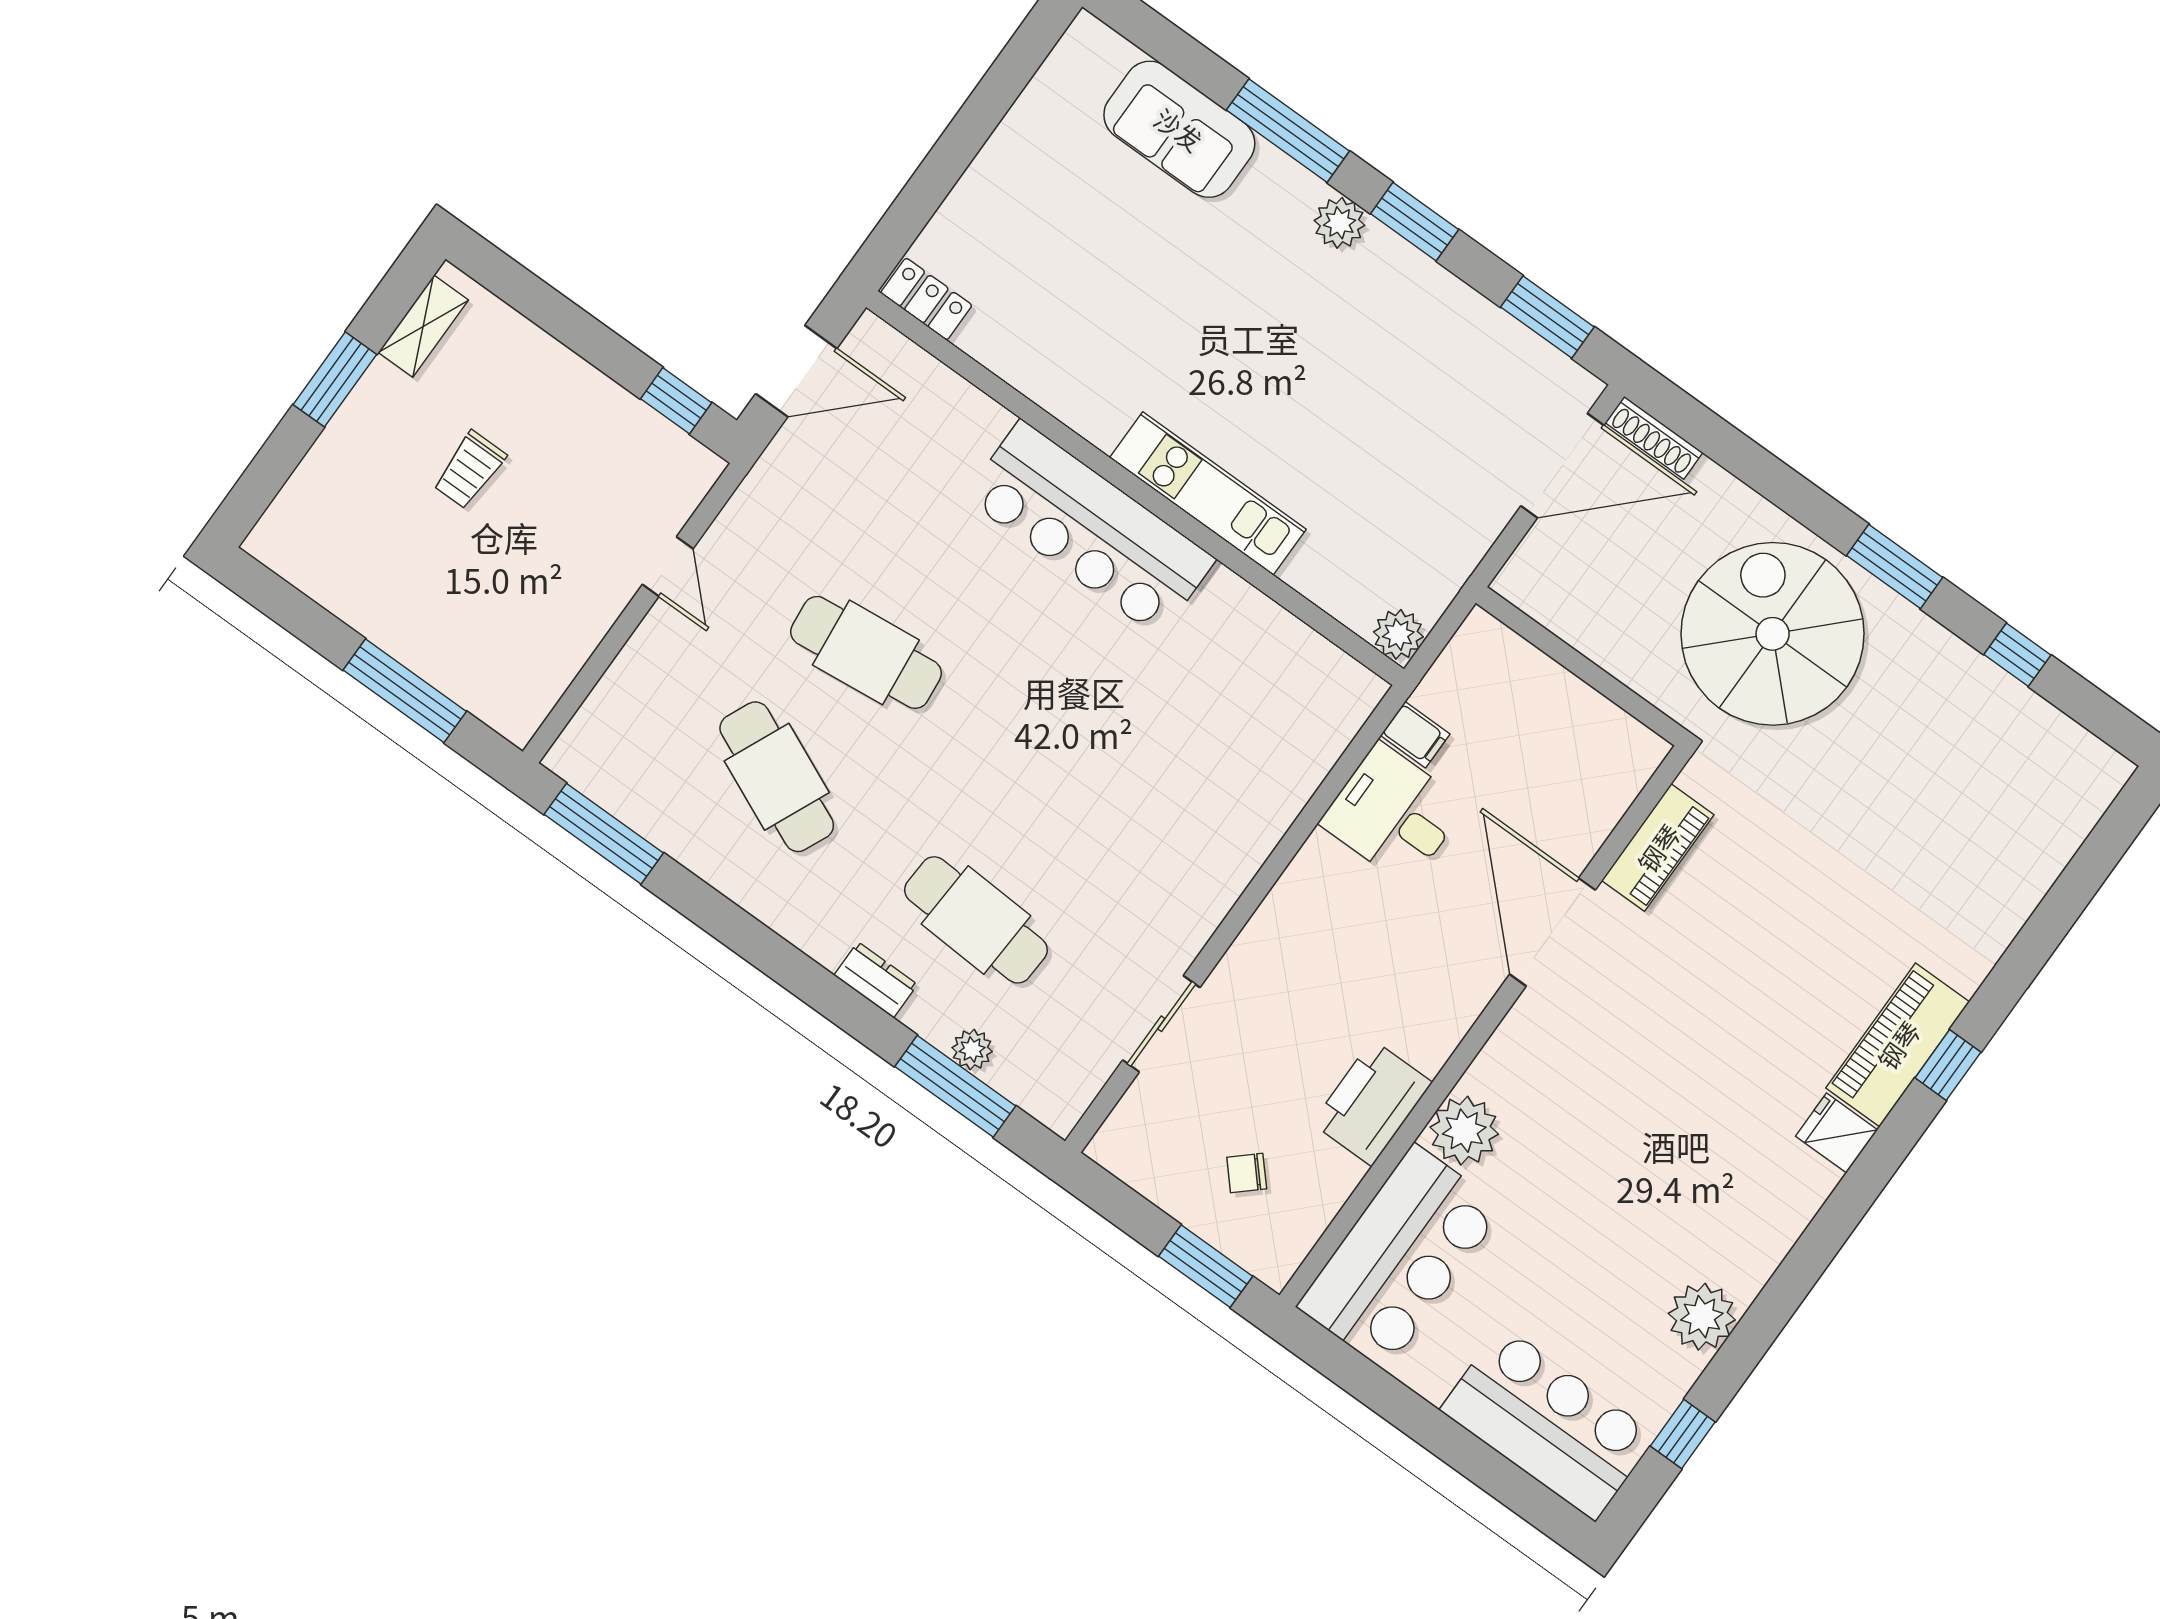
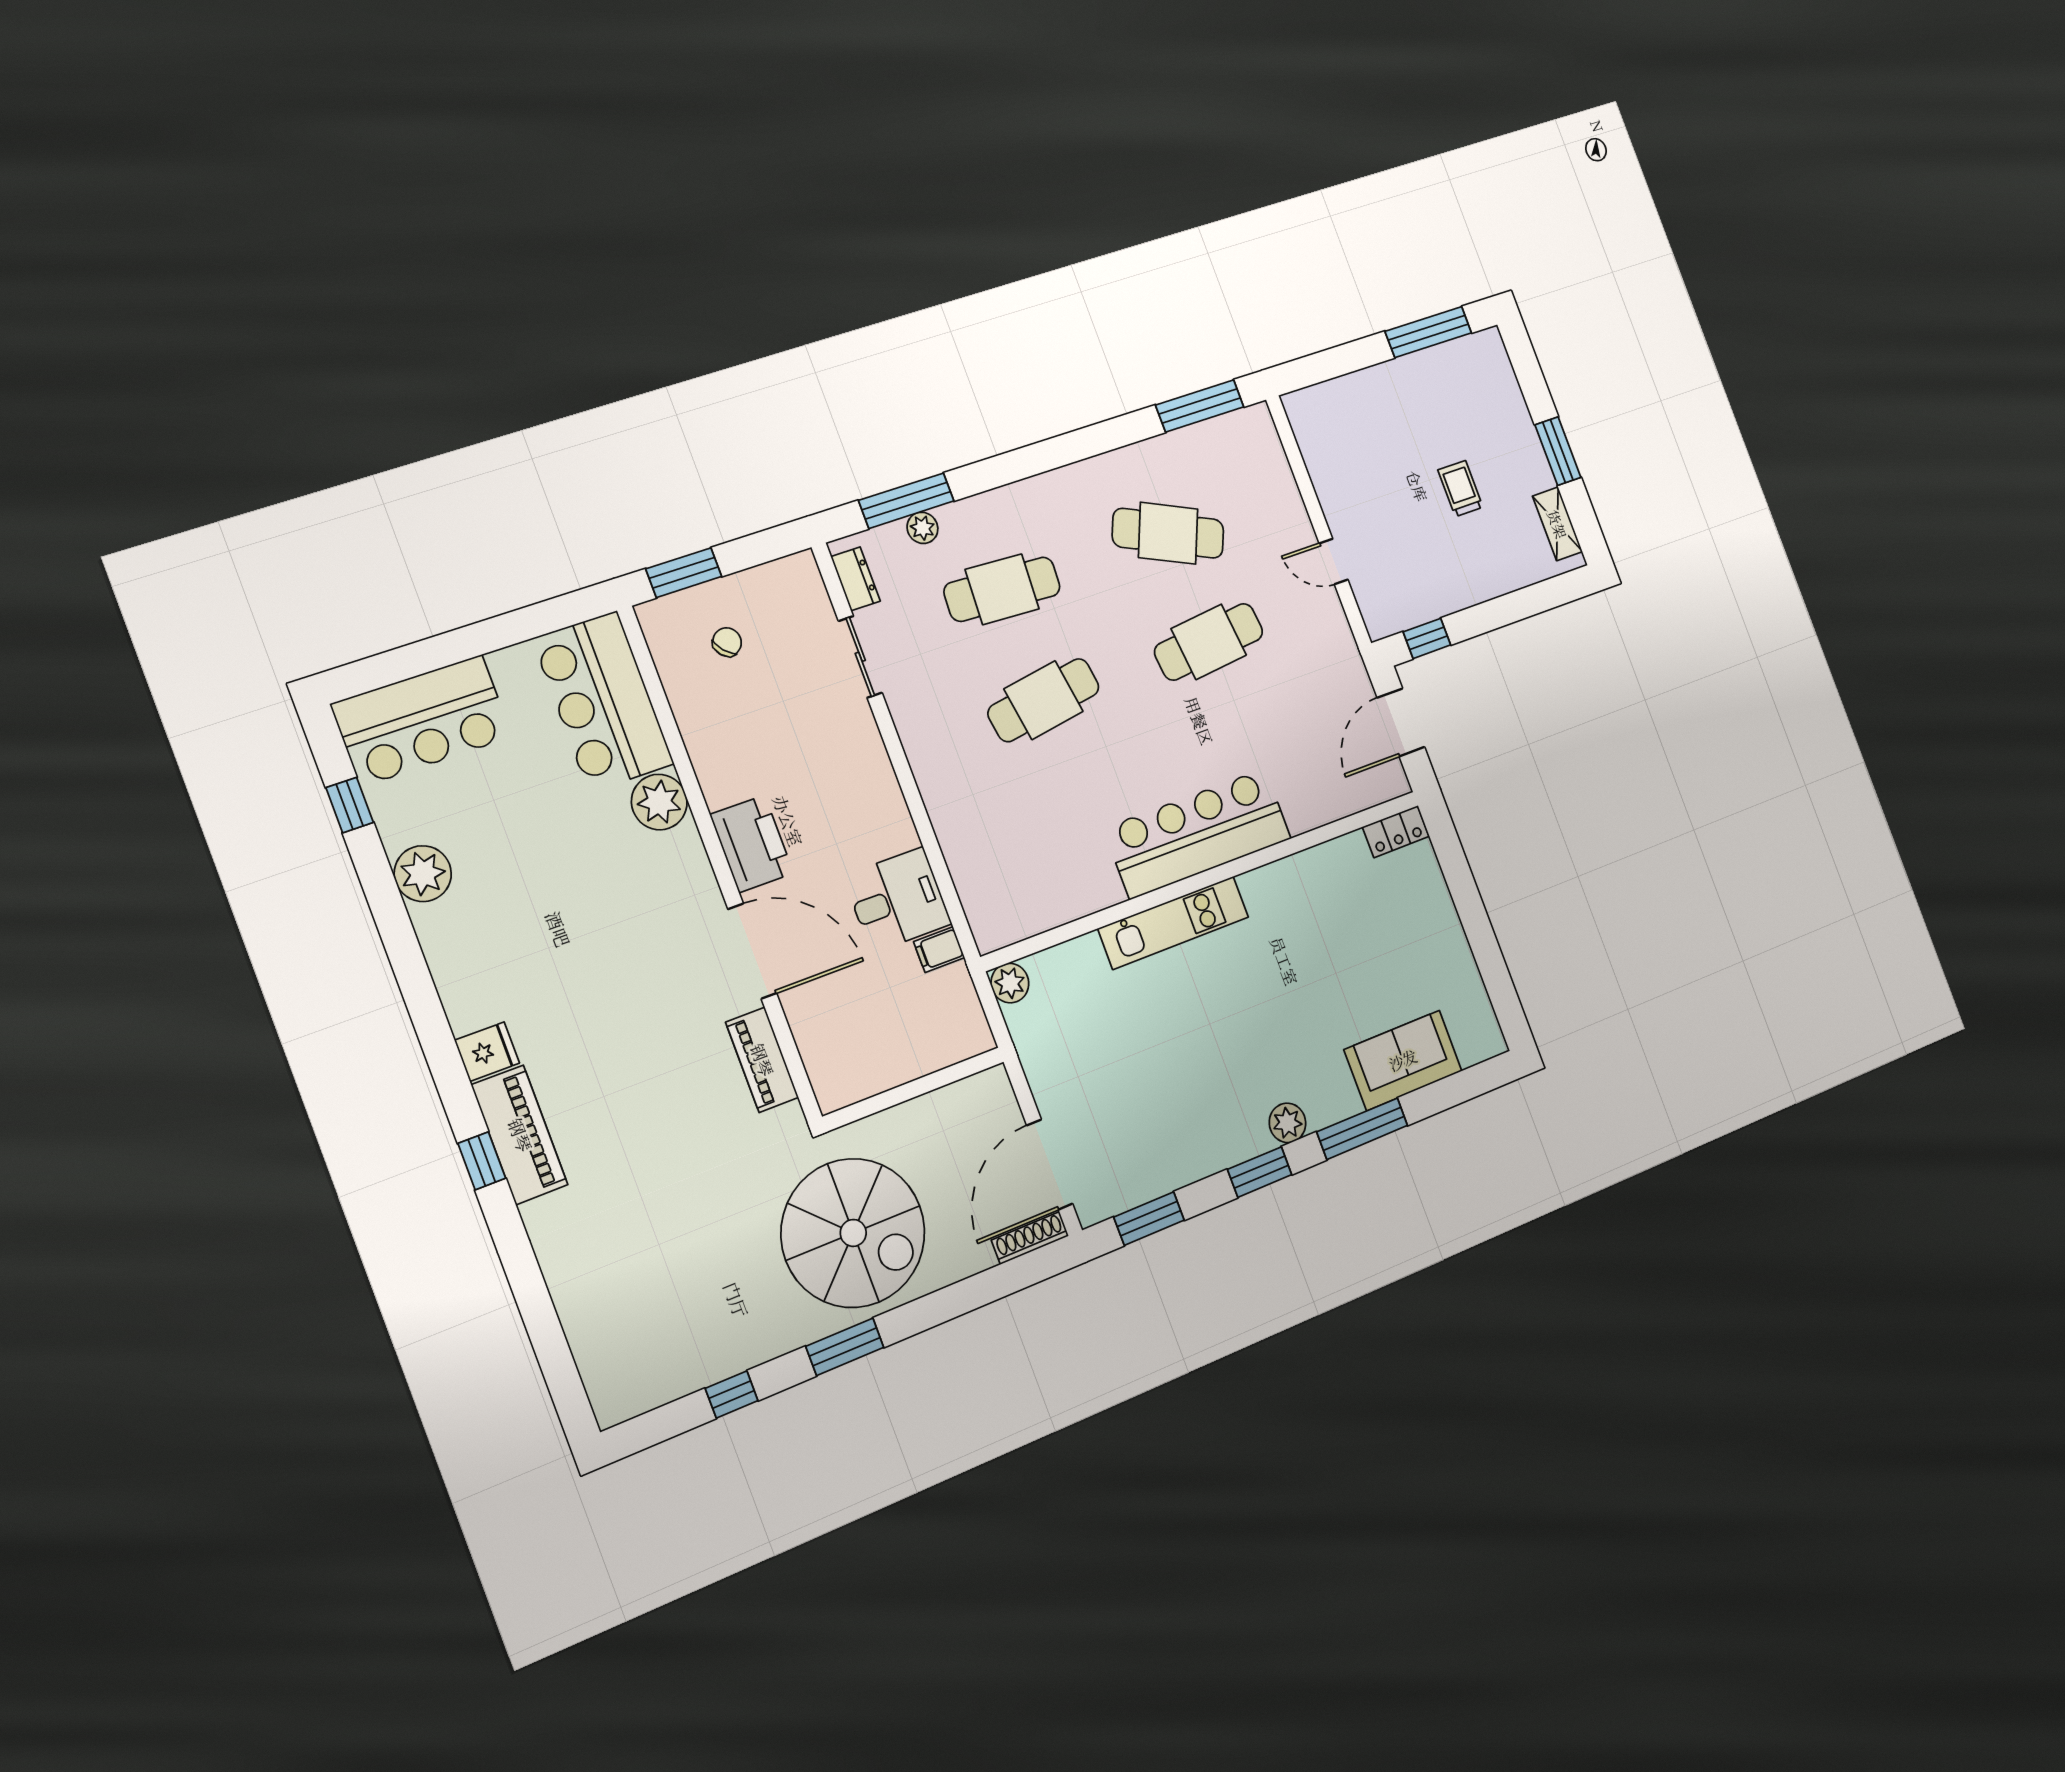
window: (405, 691) -> (1428, 332), moved
cafe table: (1065, 796) -> (1044, 700), added
dresser: (876, 980) -> (856, 579), moved, turned -90
printer: (1372, 1103) -> (752, 844), moved

